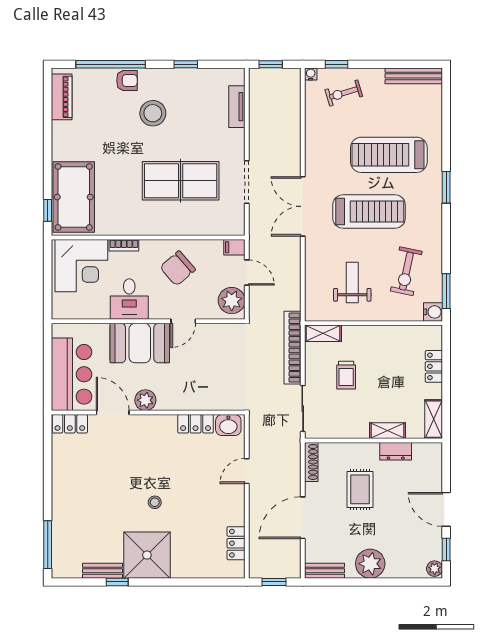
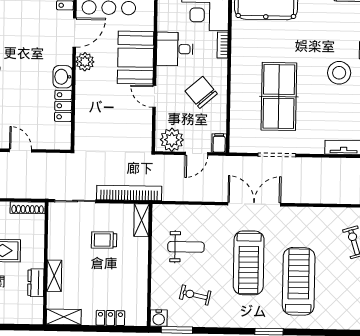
exercise bike: (406, 271) -> (195, 295), width x0.73, depth x0.72
washbasin: (228, 425) -> (63, 77), moved

